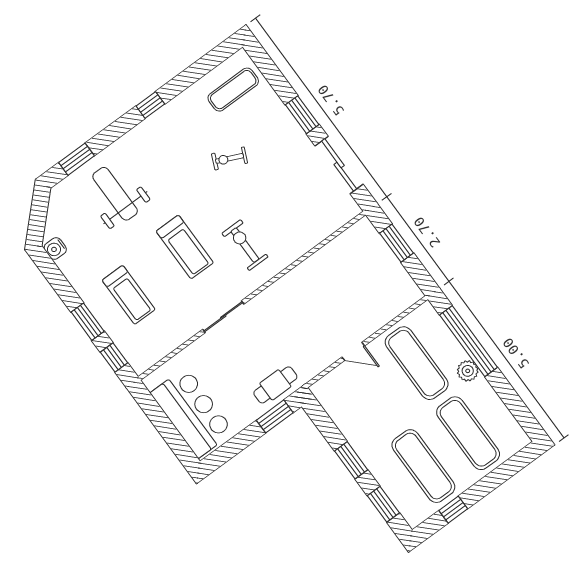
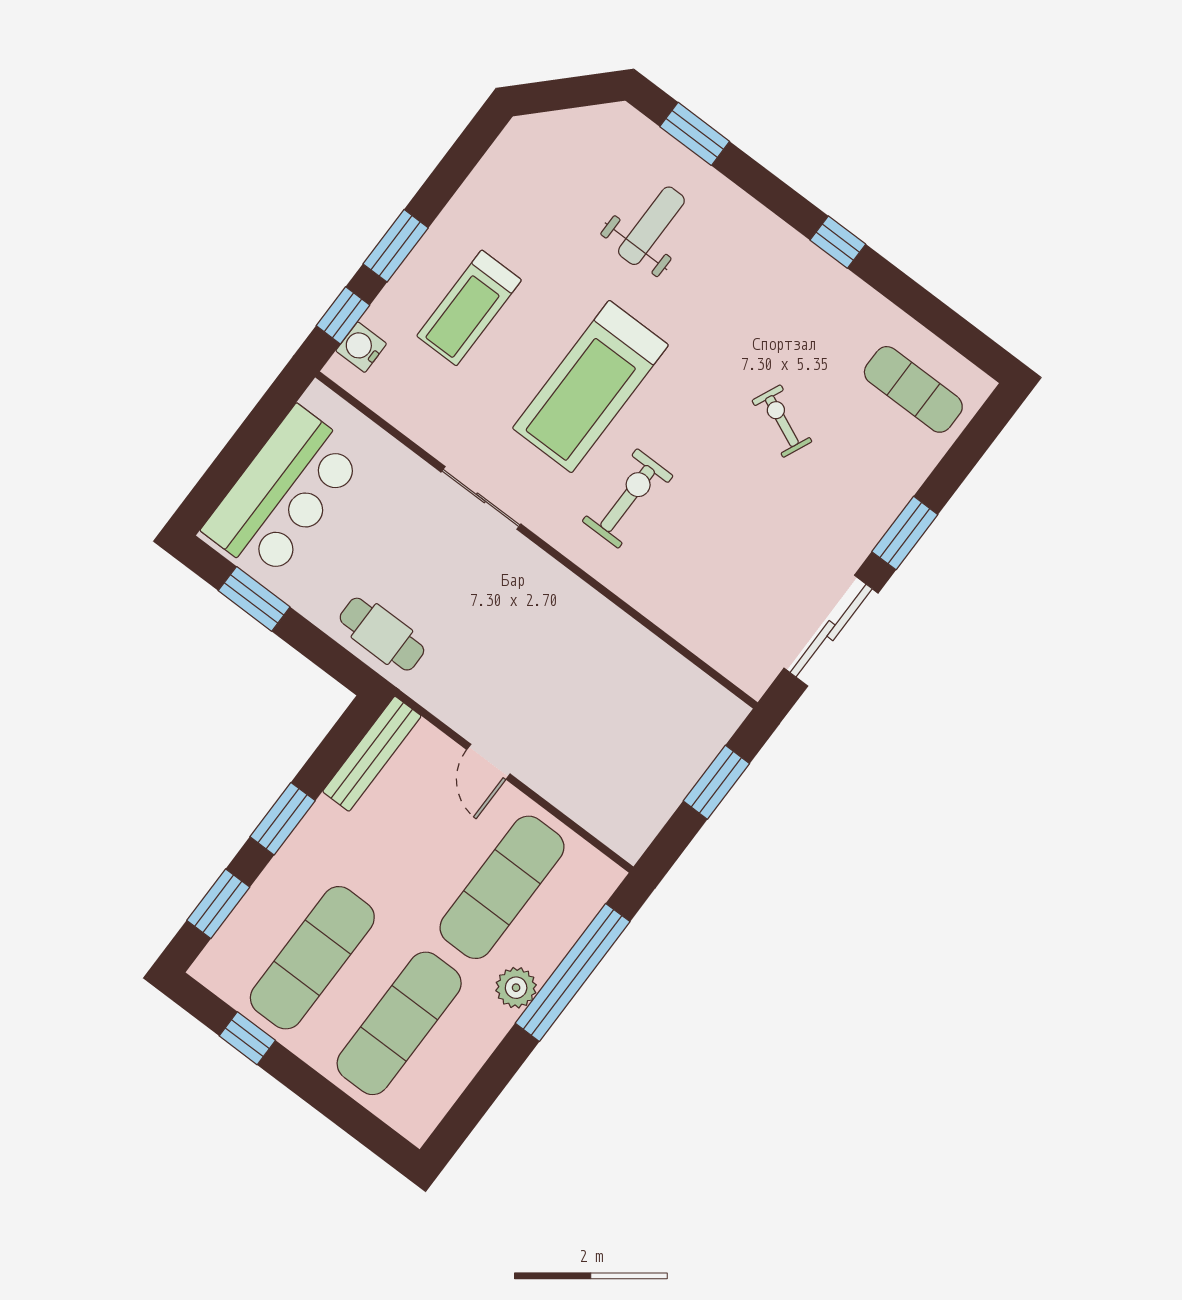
weight bench: (115, 194) -> (651, 226), width x0.73, depth x0.75
treadmill: (185, 247) -> (590, 387), width x1.37, depth x1.38
water cooler: (55, 249) -> (361, 347), moved
bench: (332, 407) -> (372, 754), added
window: (275, 416) -> (254, 599), moved

